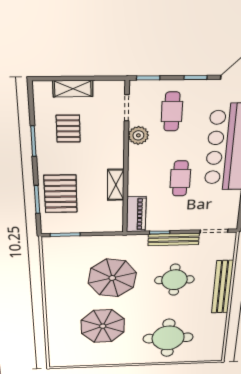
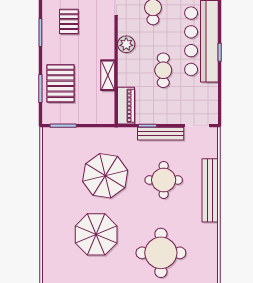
plant: (138, 135) -> (126, 44), moved

